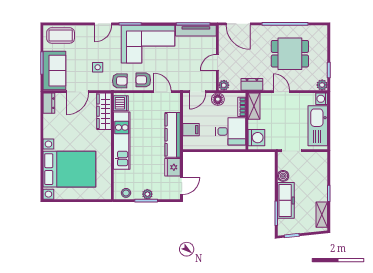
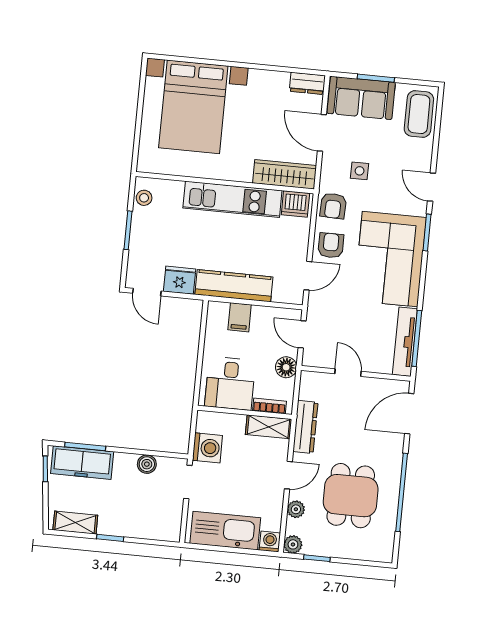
dresser: (252, 84) -> (305, 427), width x1.44
plant: (224, 85) -> (296, 509), moved
washing machine: (256, 138) -> (207, 448), moved, turned -90
plant: (147, 194) -> (138, 233), removed
freezer: (286, 200) -> (82, 463), moved

